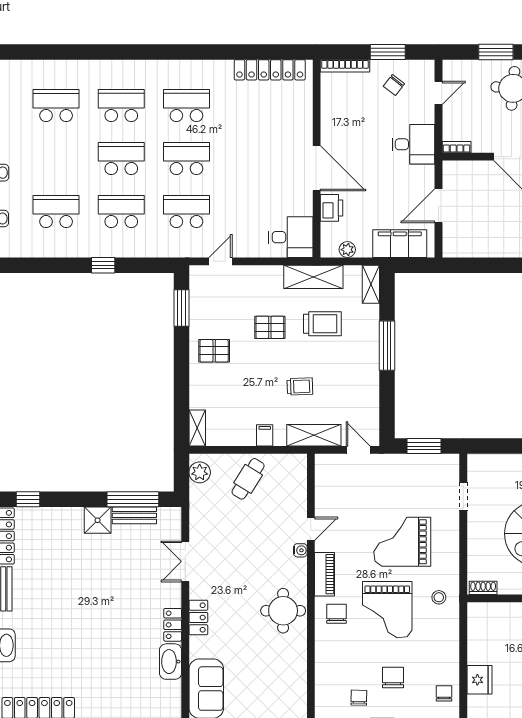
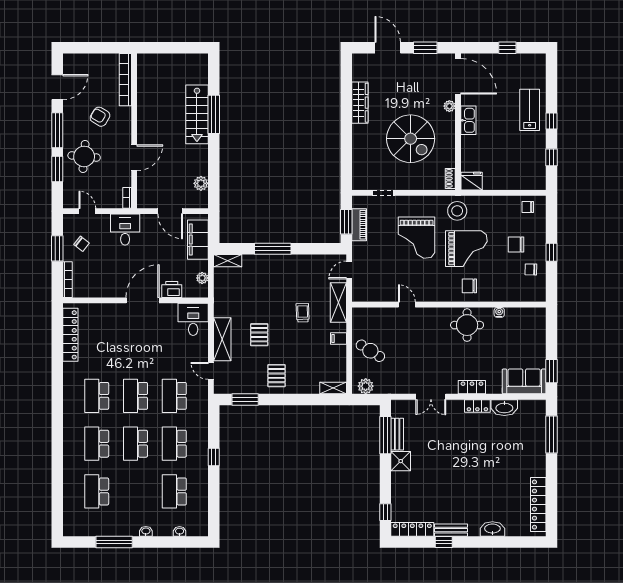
plant: (476, 248) -> (201, 183), added
shelving: (313, 277) -> (222, 339), moved
trolley: (322, 324) -> (257, 296), removed
water cooler: (300, 550) -> (499, 312), moved
piano: (325, 574) -> (359, 225), moved, turned 90
stool: (439, 597) -> (457, 211), width x1.89, depth x1.89
fridge: (479, 680) -> (472, 181), moved

